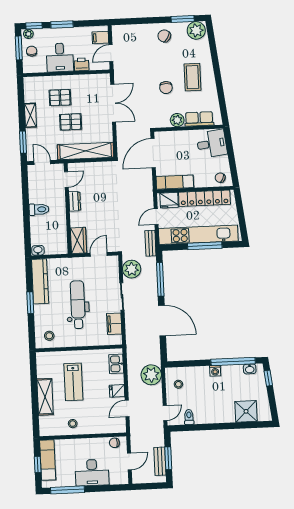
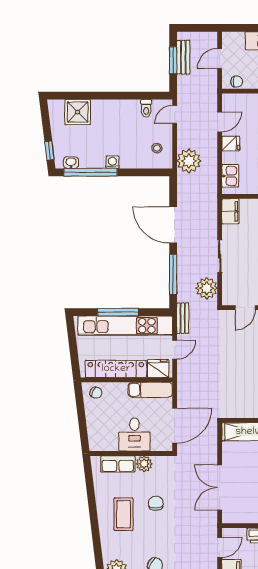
desk: (212, 144) -> (134, 435), moved, turned -83
filing cabinet: (114, 324) -> (230, 211), moved

